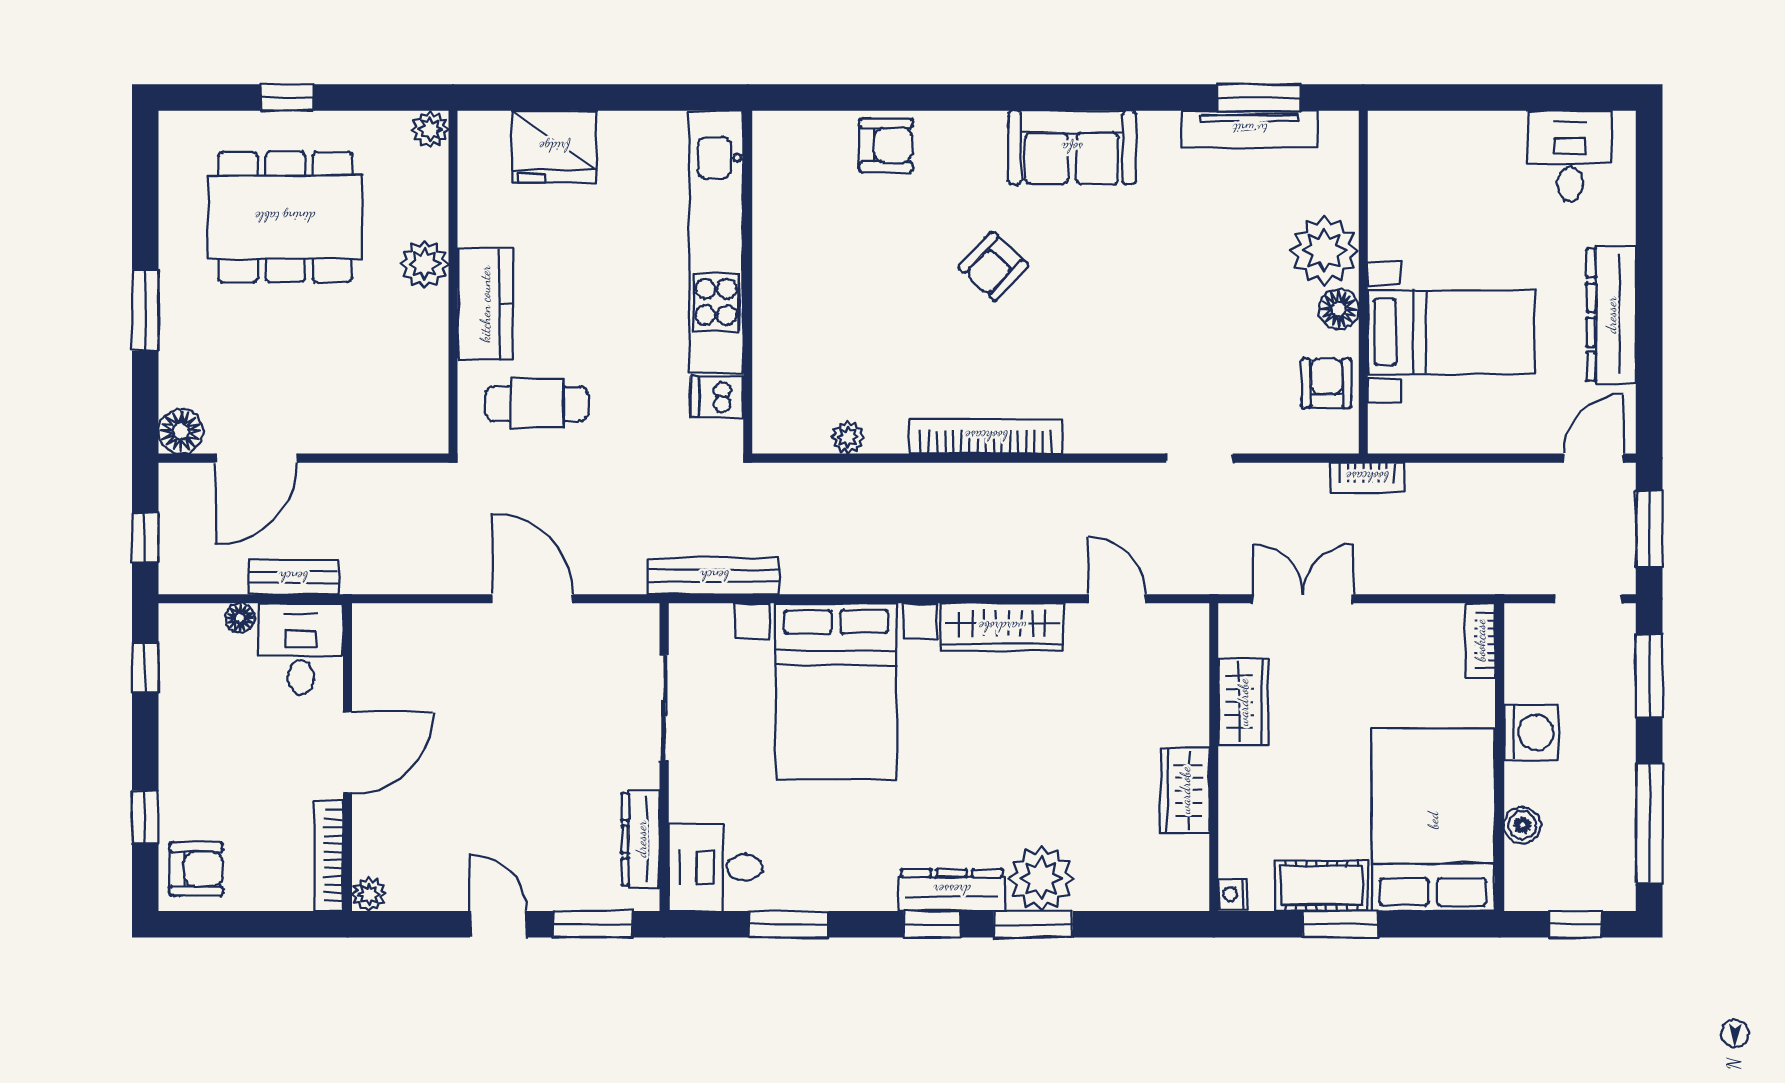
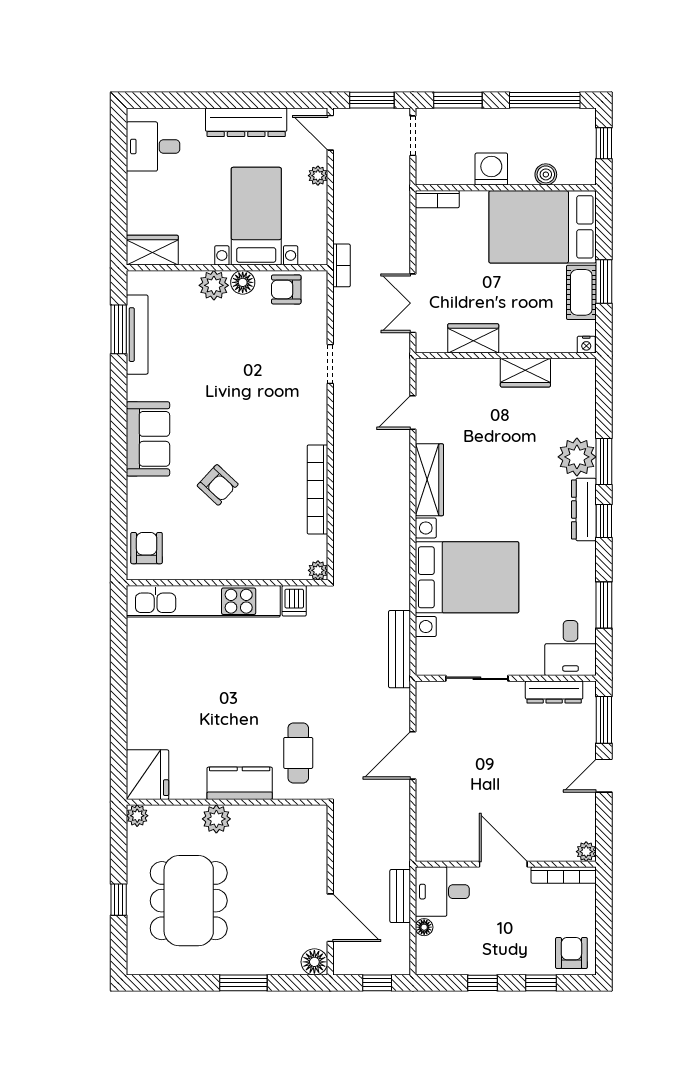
fridge: (554, 147) -> (147, 775), moved
wardrobe: (1393, 155) -> (152, 250), added
kitchen unit: (716, 242) -> (203, 601), moved
plant: (1324, 251) -> (214, 285), width x0.73, depth x0.73
wall: (748, 282) -> (227, 583), moved
dishwasher: (717, 397) -> (294, 601), moved
plant: (1520, 437) -> (318, 176), added
window: (145, 668) -> (482, 983), moved

